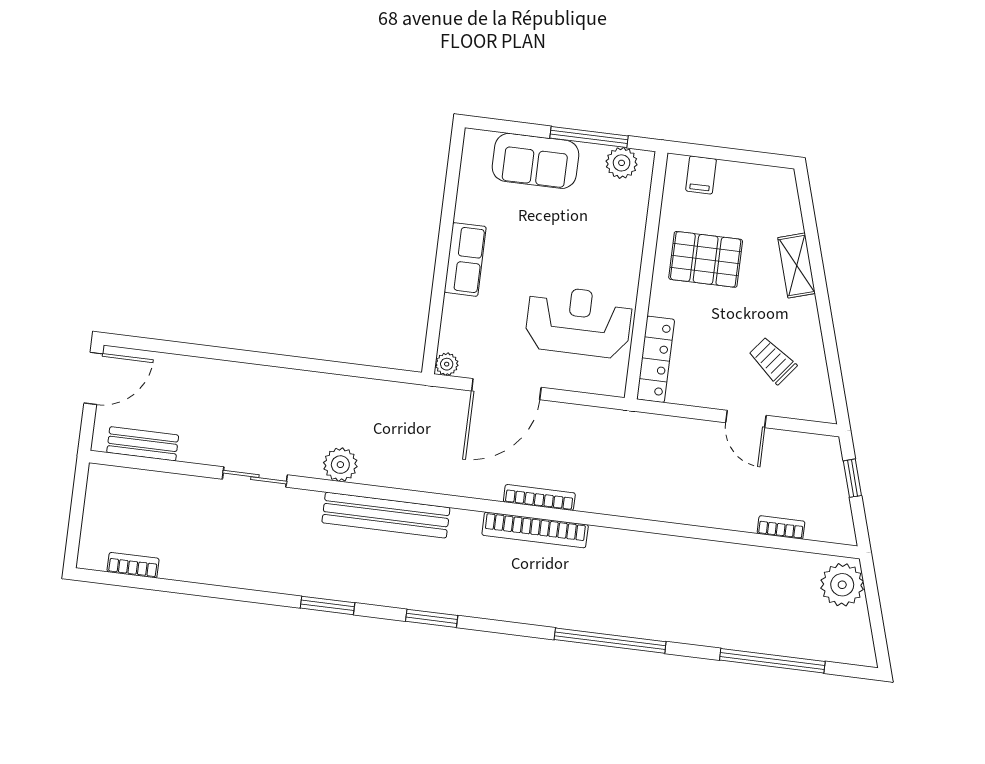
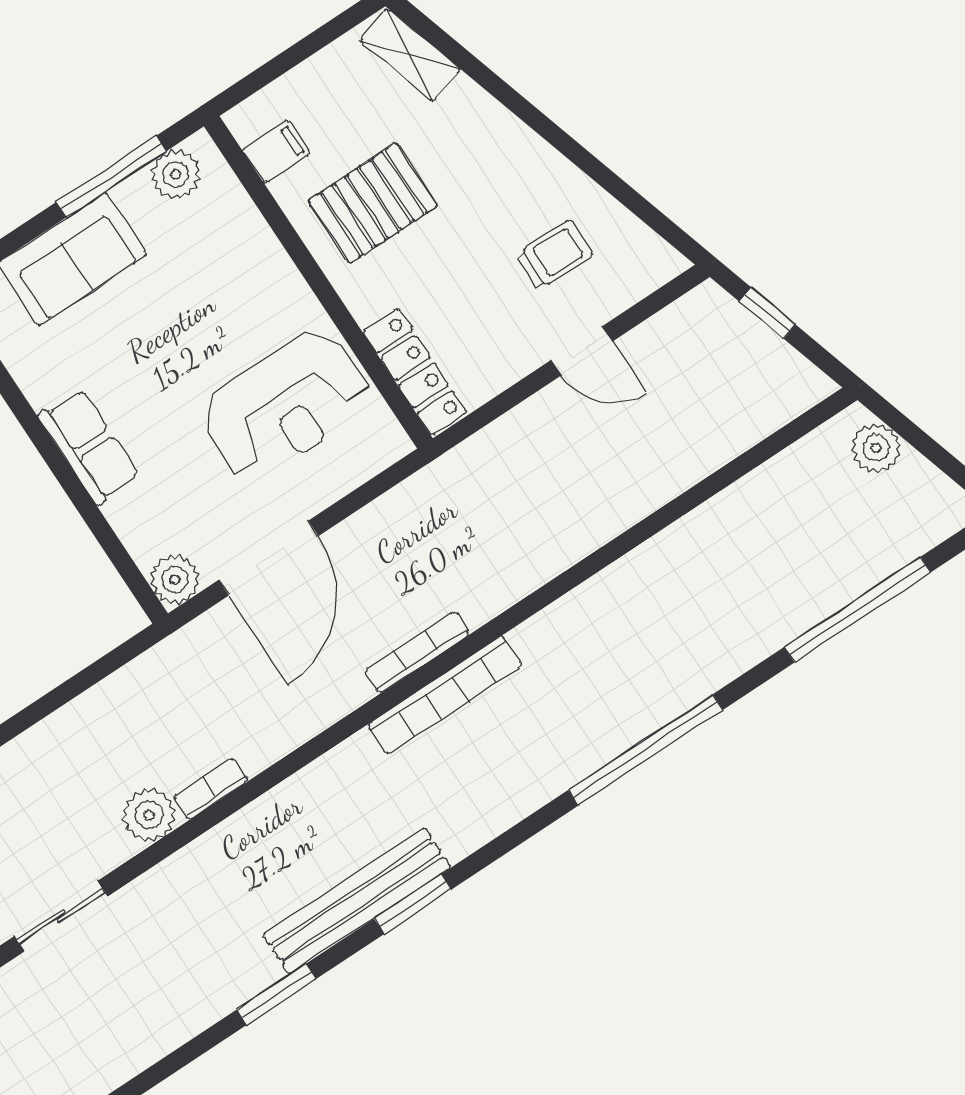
filing cabinet: (701, 175) -> (276, 152), moved, turned -90
shelving: (797, 266) -> (410, 55), moved
reception desk: (579, 322) -> (286, 405), turned 180
trolley: (773, 360) -> (554, 255), turned 143
plant: (447, 364) -> (175, 580), width x1.38, depth x1.38
bench: (386, 515) -> (357, 901), moved
bookcase: (781, 527) -> (211, 789), moved
plant: (842, 585) -> (876, 448), width x0.73, depth x0.73

